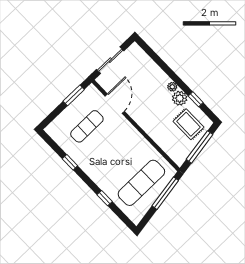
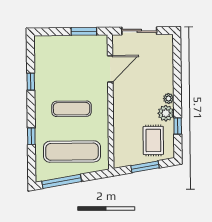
exercise mat: (87, 126) -> (72, 109), moved
window: (200, 147) -> (145, 167), width x0.69
window: (165, 193) -> (62, 181), moved

